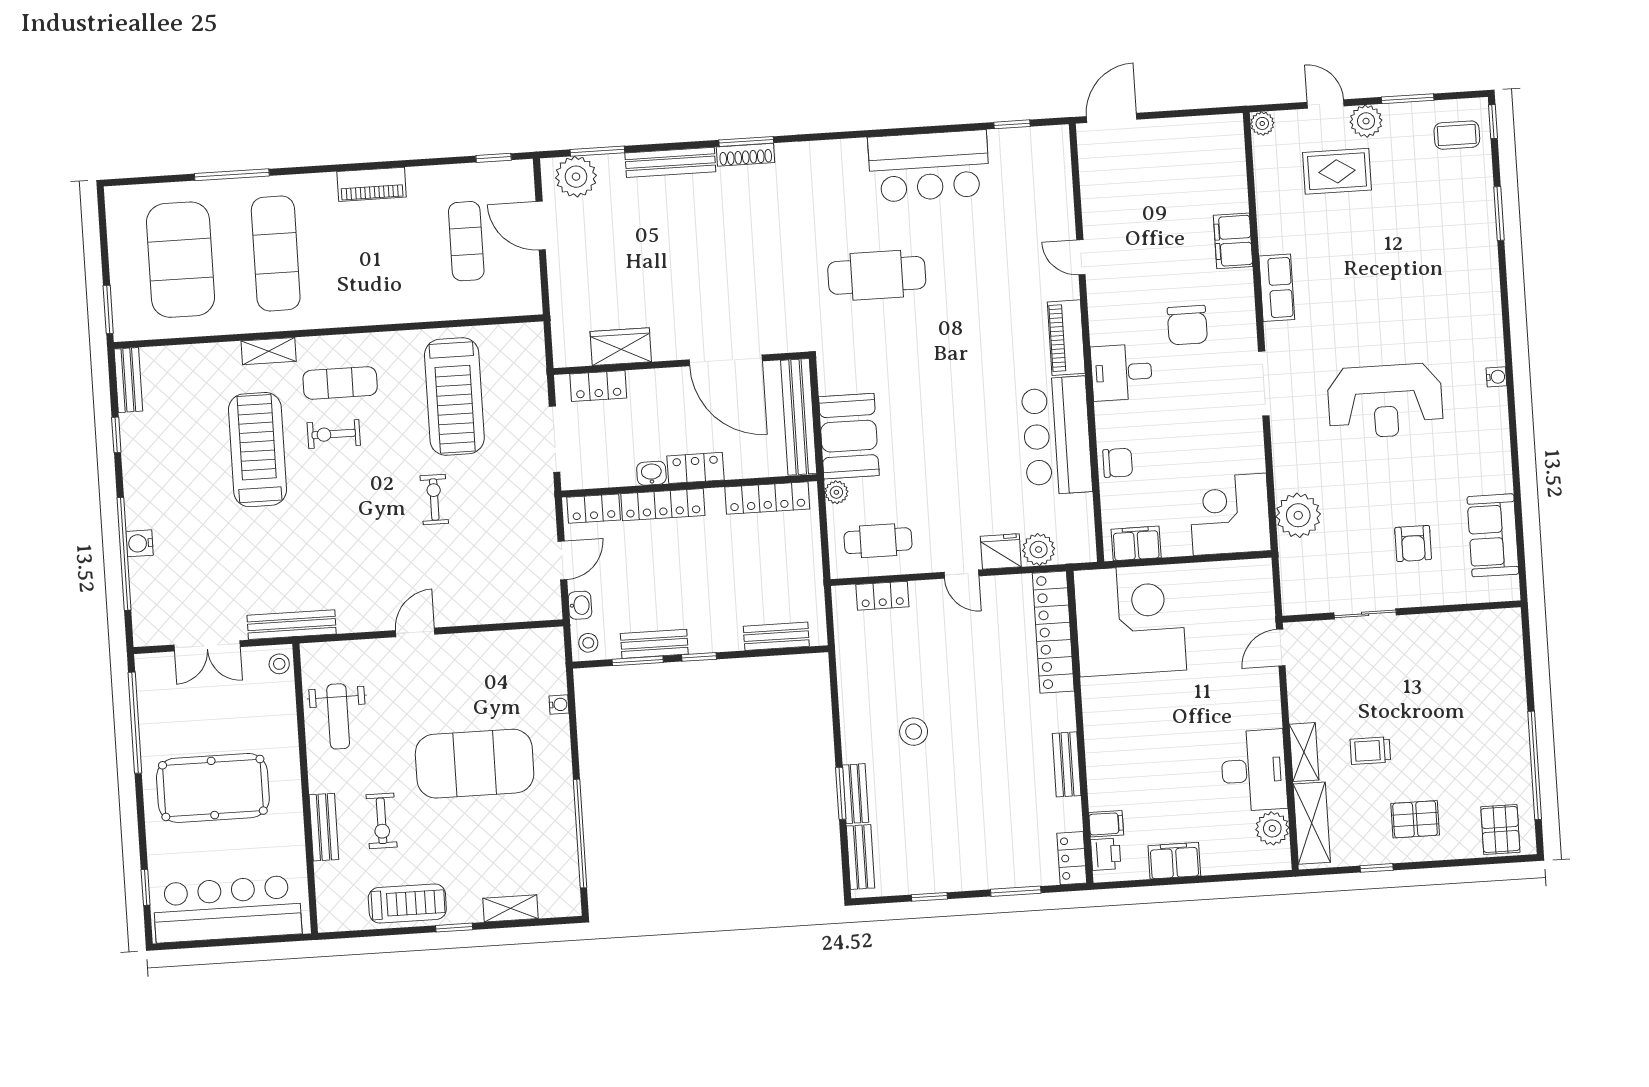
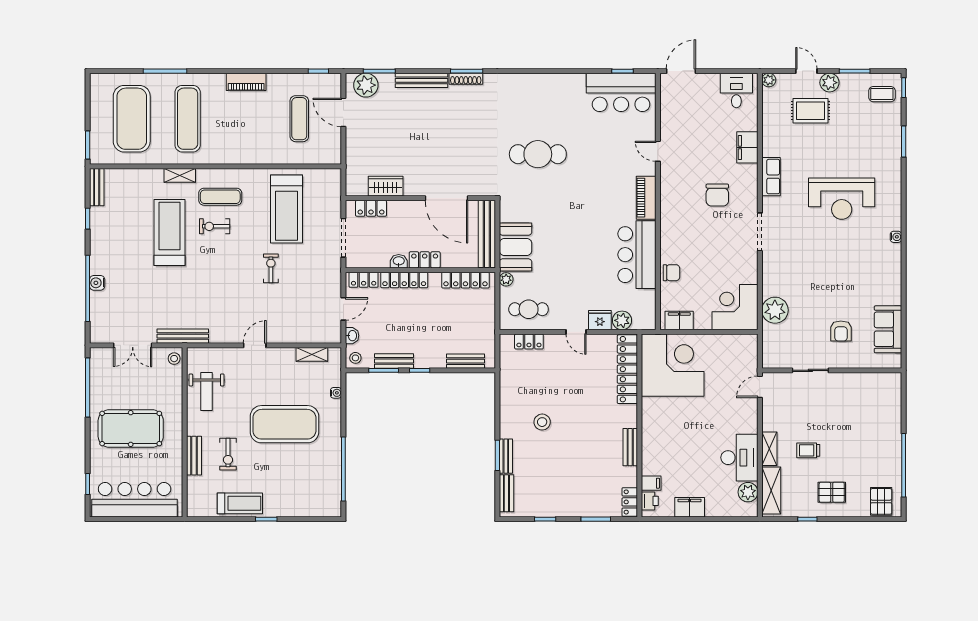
bar counter: (929, 166) -> (621, 92), moved
desk: (1122, 372) -> (736, 90), moved, turned 90
reception desk: (1385, 401) -> (842, 199), moved
shelving: (510, 908) -> (312, 354), moved

